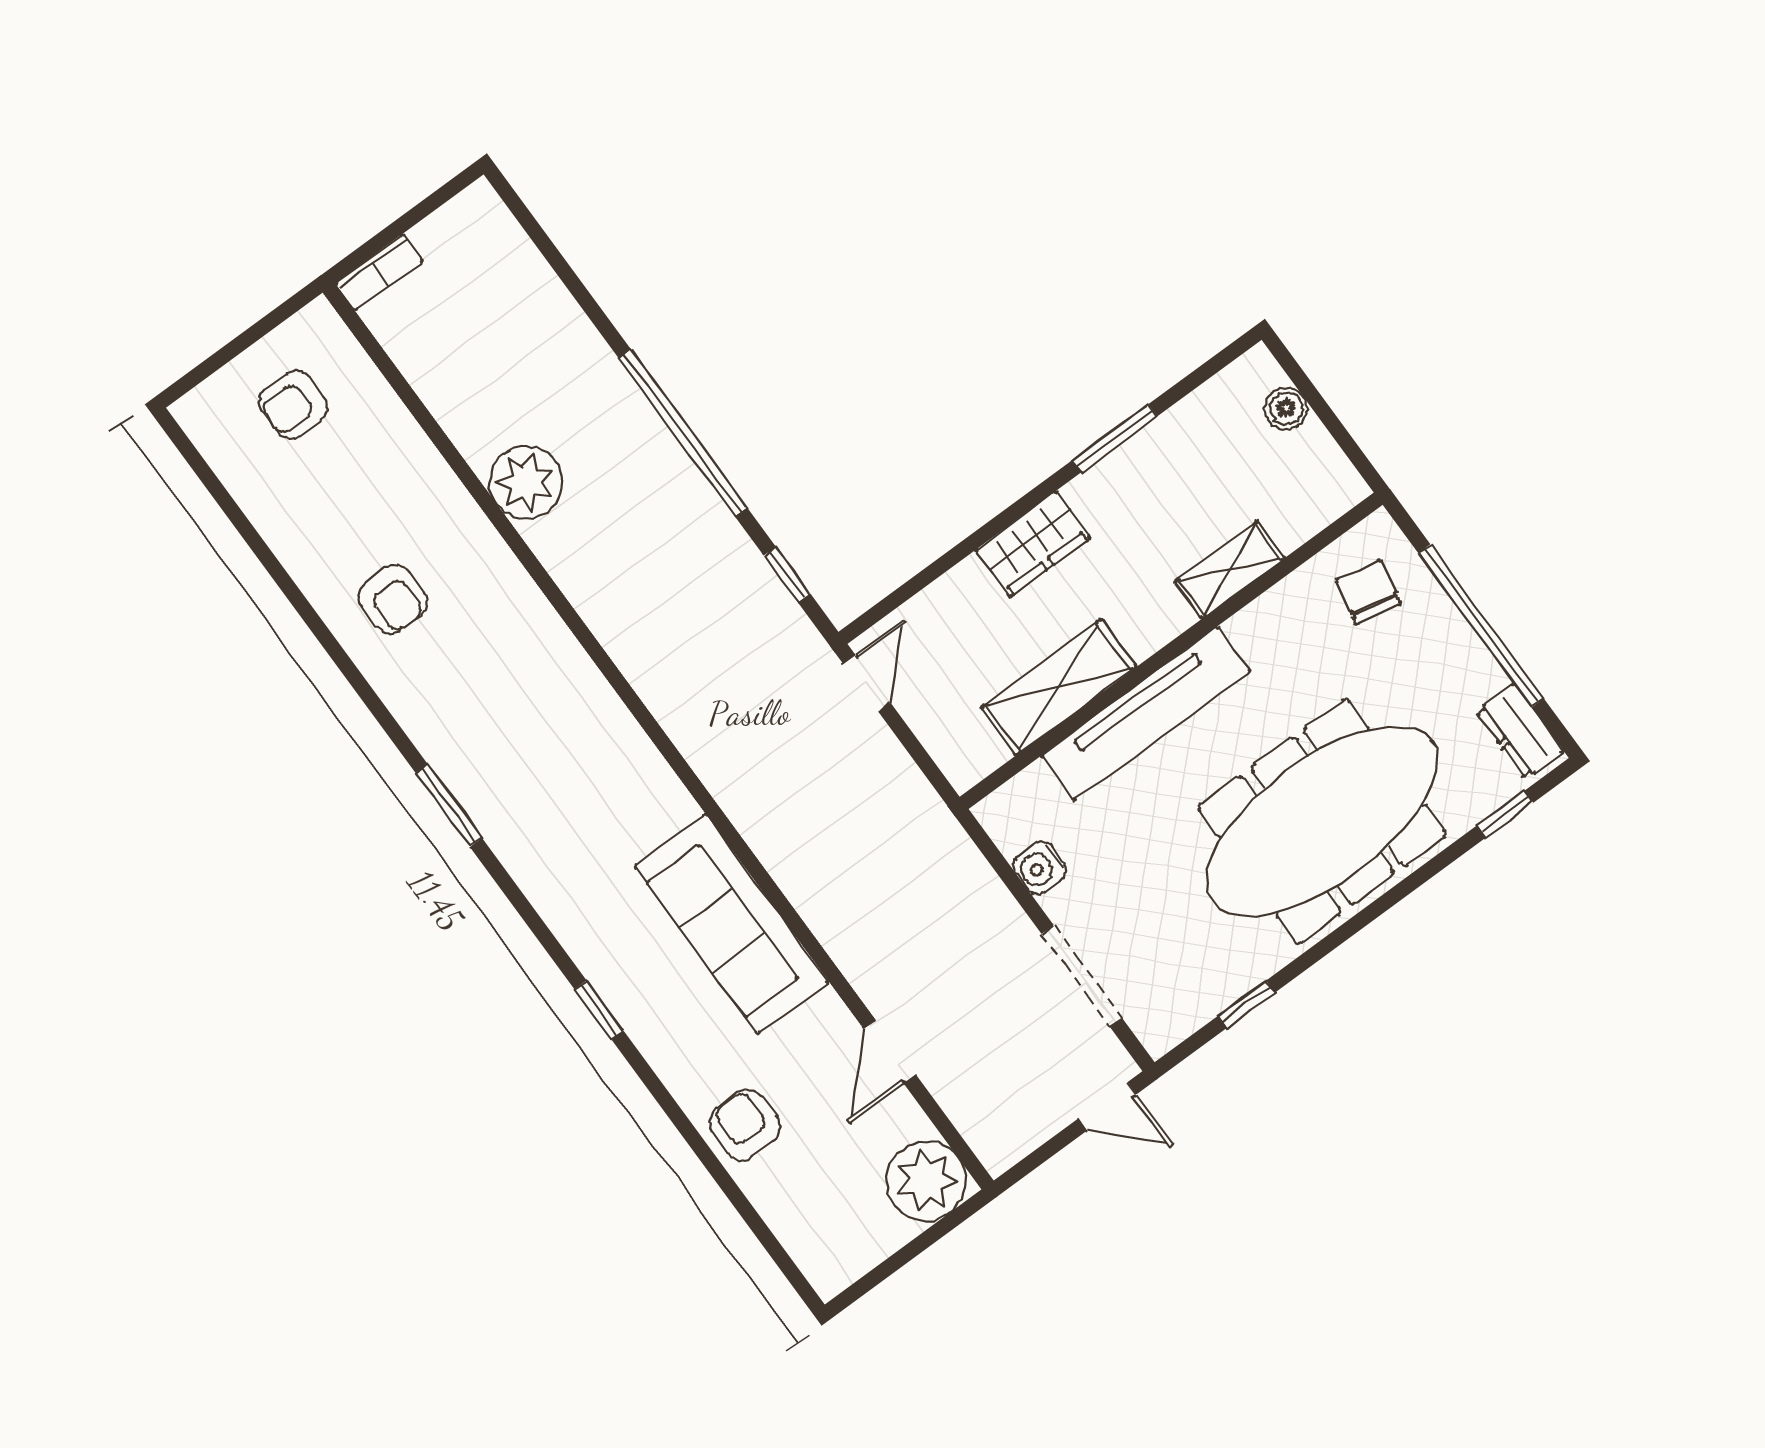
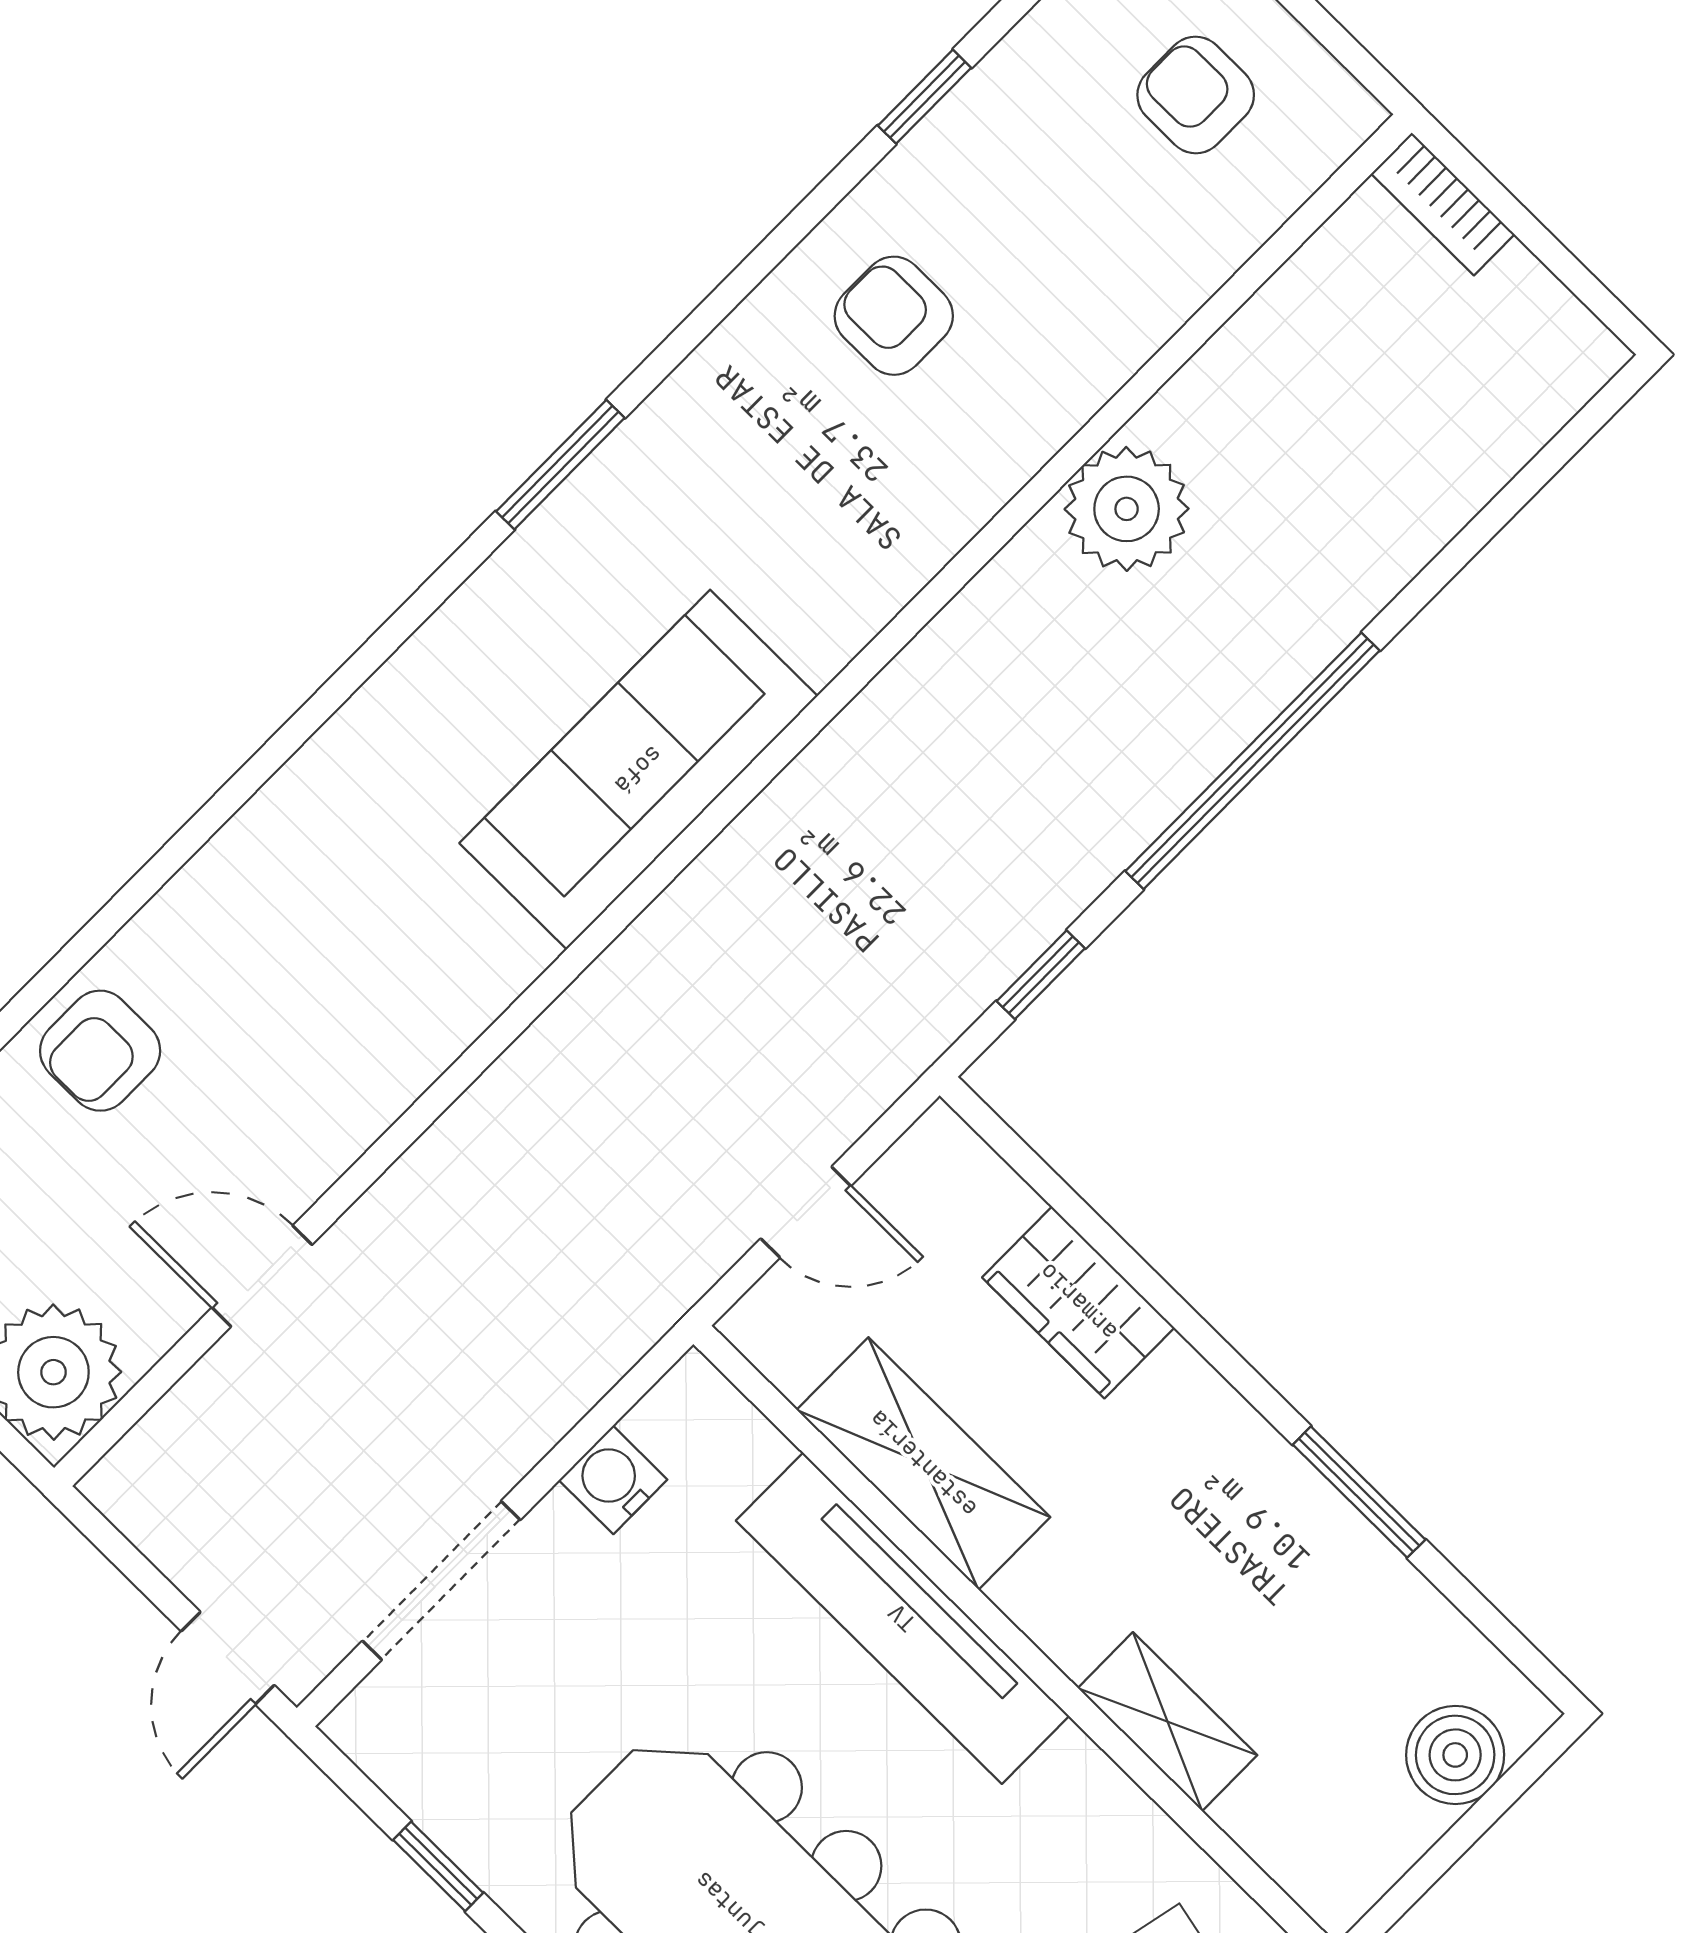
boiler: (1286, 408) -> (1455, 1755), width x1.36, depth x1.36
wardrobe: (1033, 544) -> (1078, 1302), moved
armchair: (393, 599) -> (894, 316), turned 90
door: (867, 683) -> (806, 1212), moved
sofa: (732, 924) -> (639, 770), moved
window: (599, 1010) -> (925, 97), moved
armchair: (745, 1125) -> (100, 1051), turned 180

